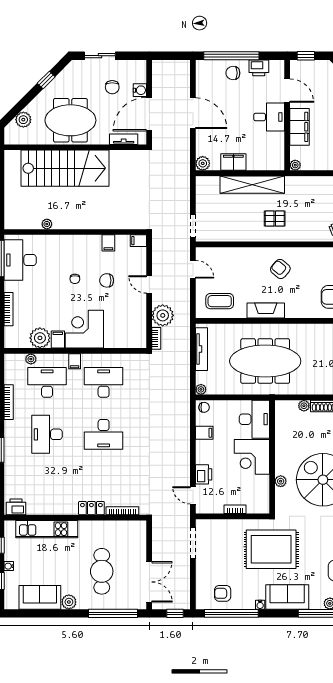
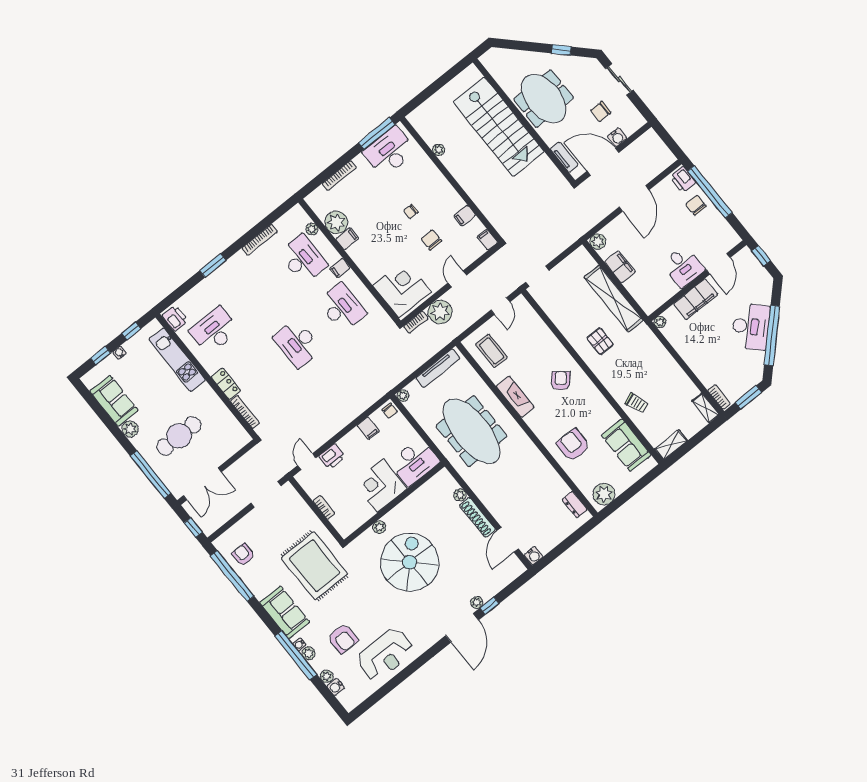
printer: (259, 68) -> (683, 180), moved
plant: (23, 120) -> (512, 58), removed
corner desk: (84, 329) -> (402, 289), moved
desk: (47, 434) -> (214, 330), moved
water cooler: (260, 605) -> (299, 644), moved

